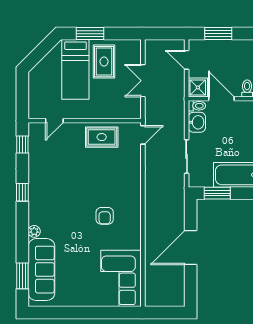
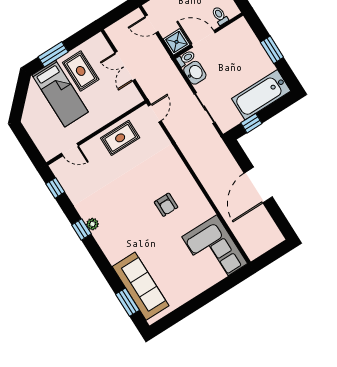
door: (54, 121) -> (70, 150), hinge flipped
window: (217, 193) -> (251, 123), width x0.67
plant: (34, 231) -> (92, 224), moved

